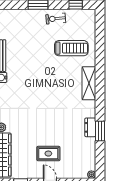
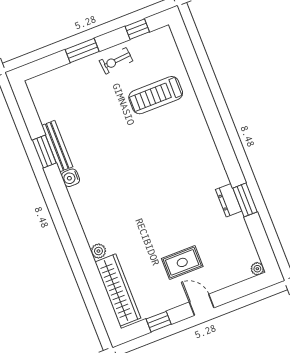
treadmill: (71, 48) -> (156, 95), turned 180
shelving: (89, 83) -> (201, 136), removed

